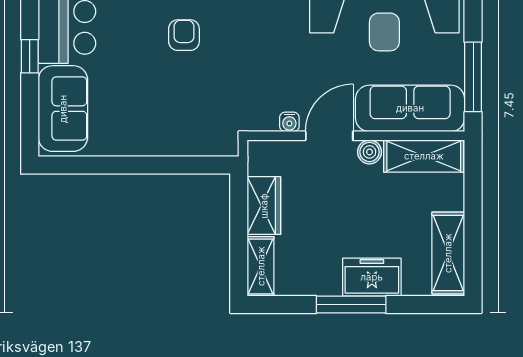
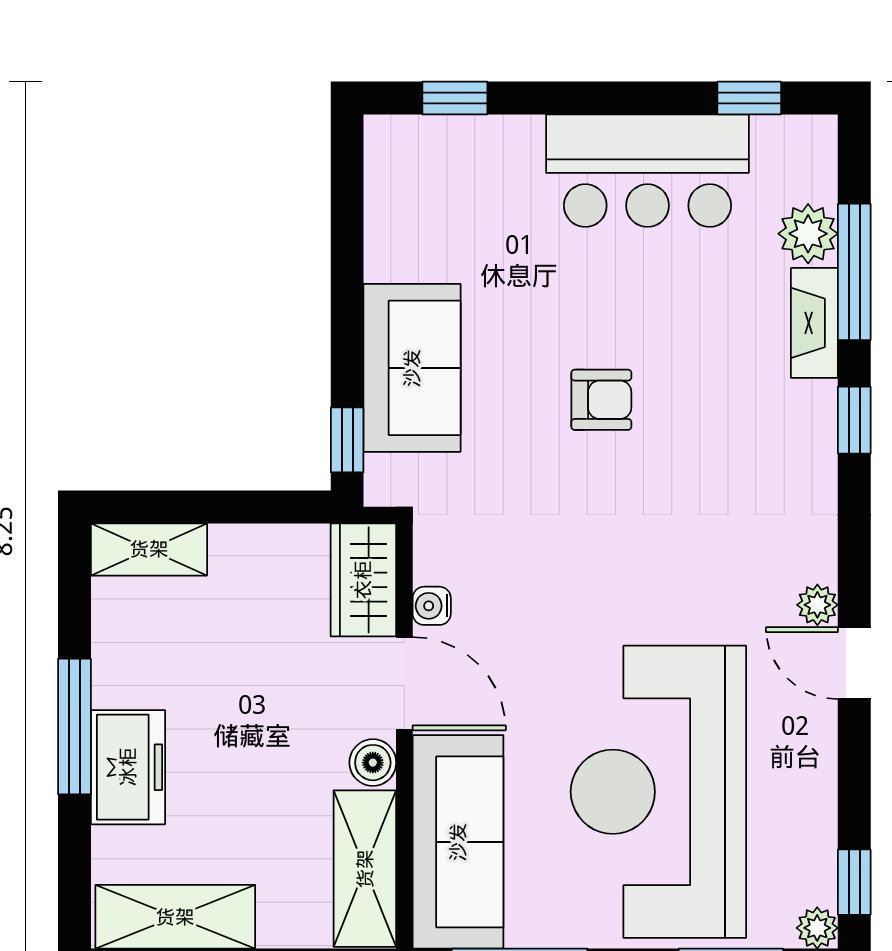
window: (30, 56) -> (455, 98), moved
sofa: (63, 109) -> (412, 368), moved, turned -90
window: (205, 165) -> (347, 440), added
wardrobe: (264, 206) -> (363, 580), moved, turned 90

